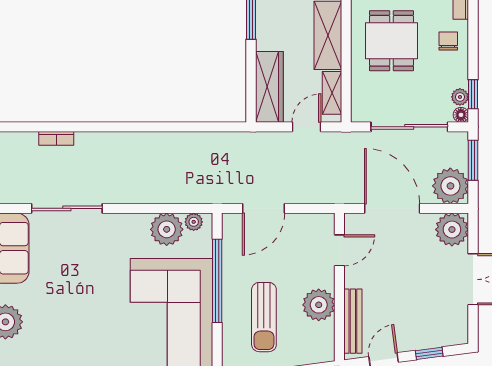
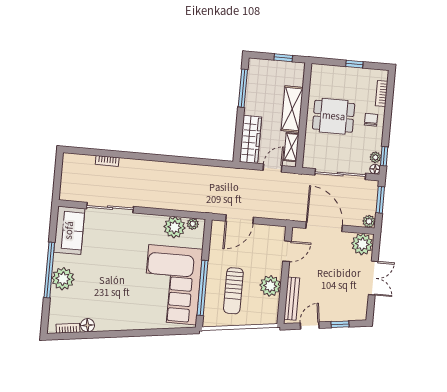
dining table: (391, 41) -> (334, 116), turned 90
plant: (450, 186) -> (369, 221), width x0.53, depth x0.53
window: (217, 281) -> (203, 288), moved

